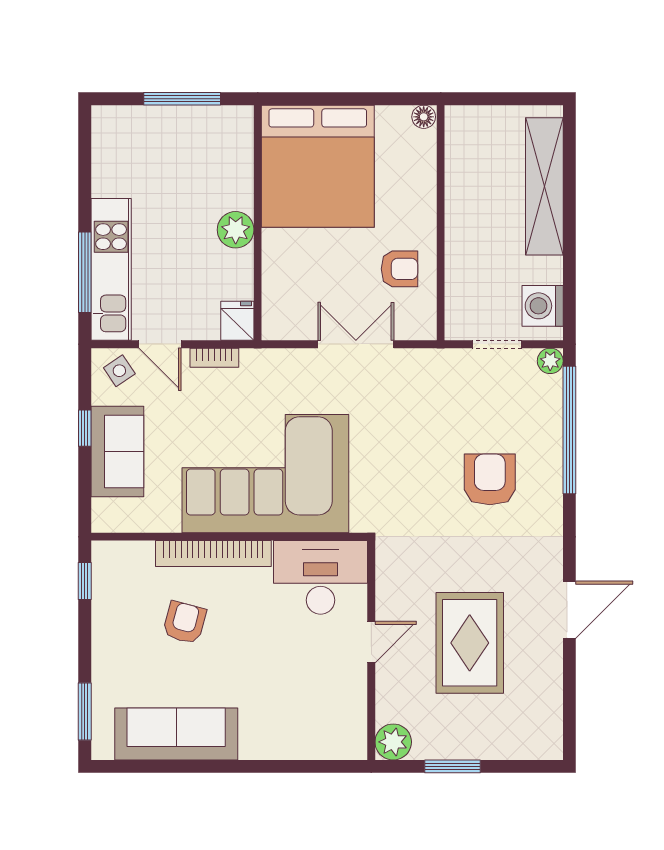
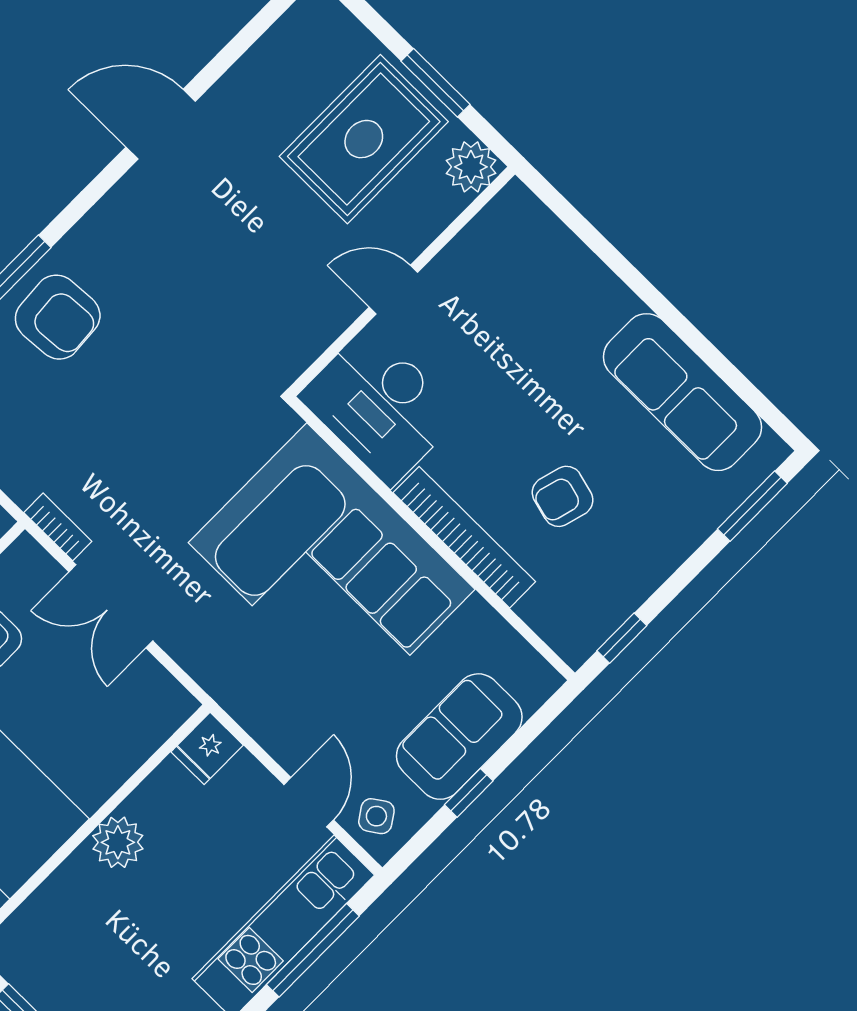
bookcase: (214, 358) -> (58, 527), moved
armchair: (490, 479) -> (58, 317), moved, turned -94
rug: (470, 643) -> (364, 139), moved

